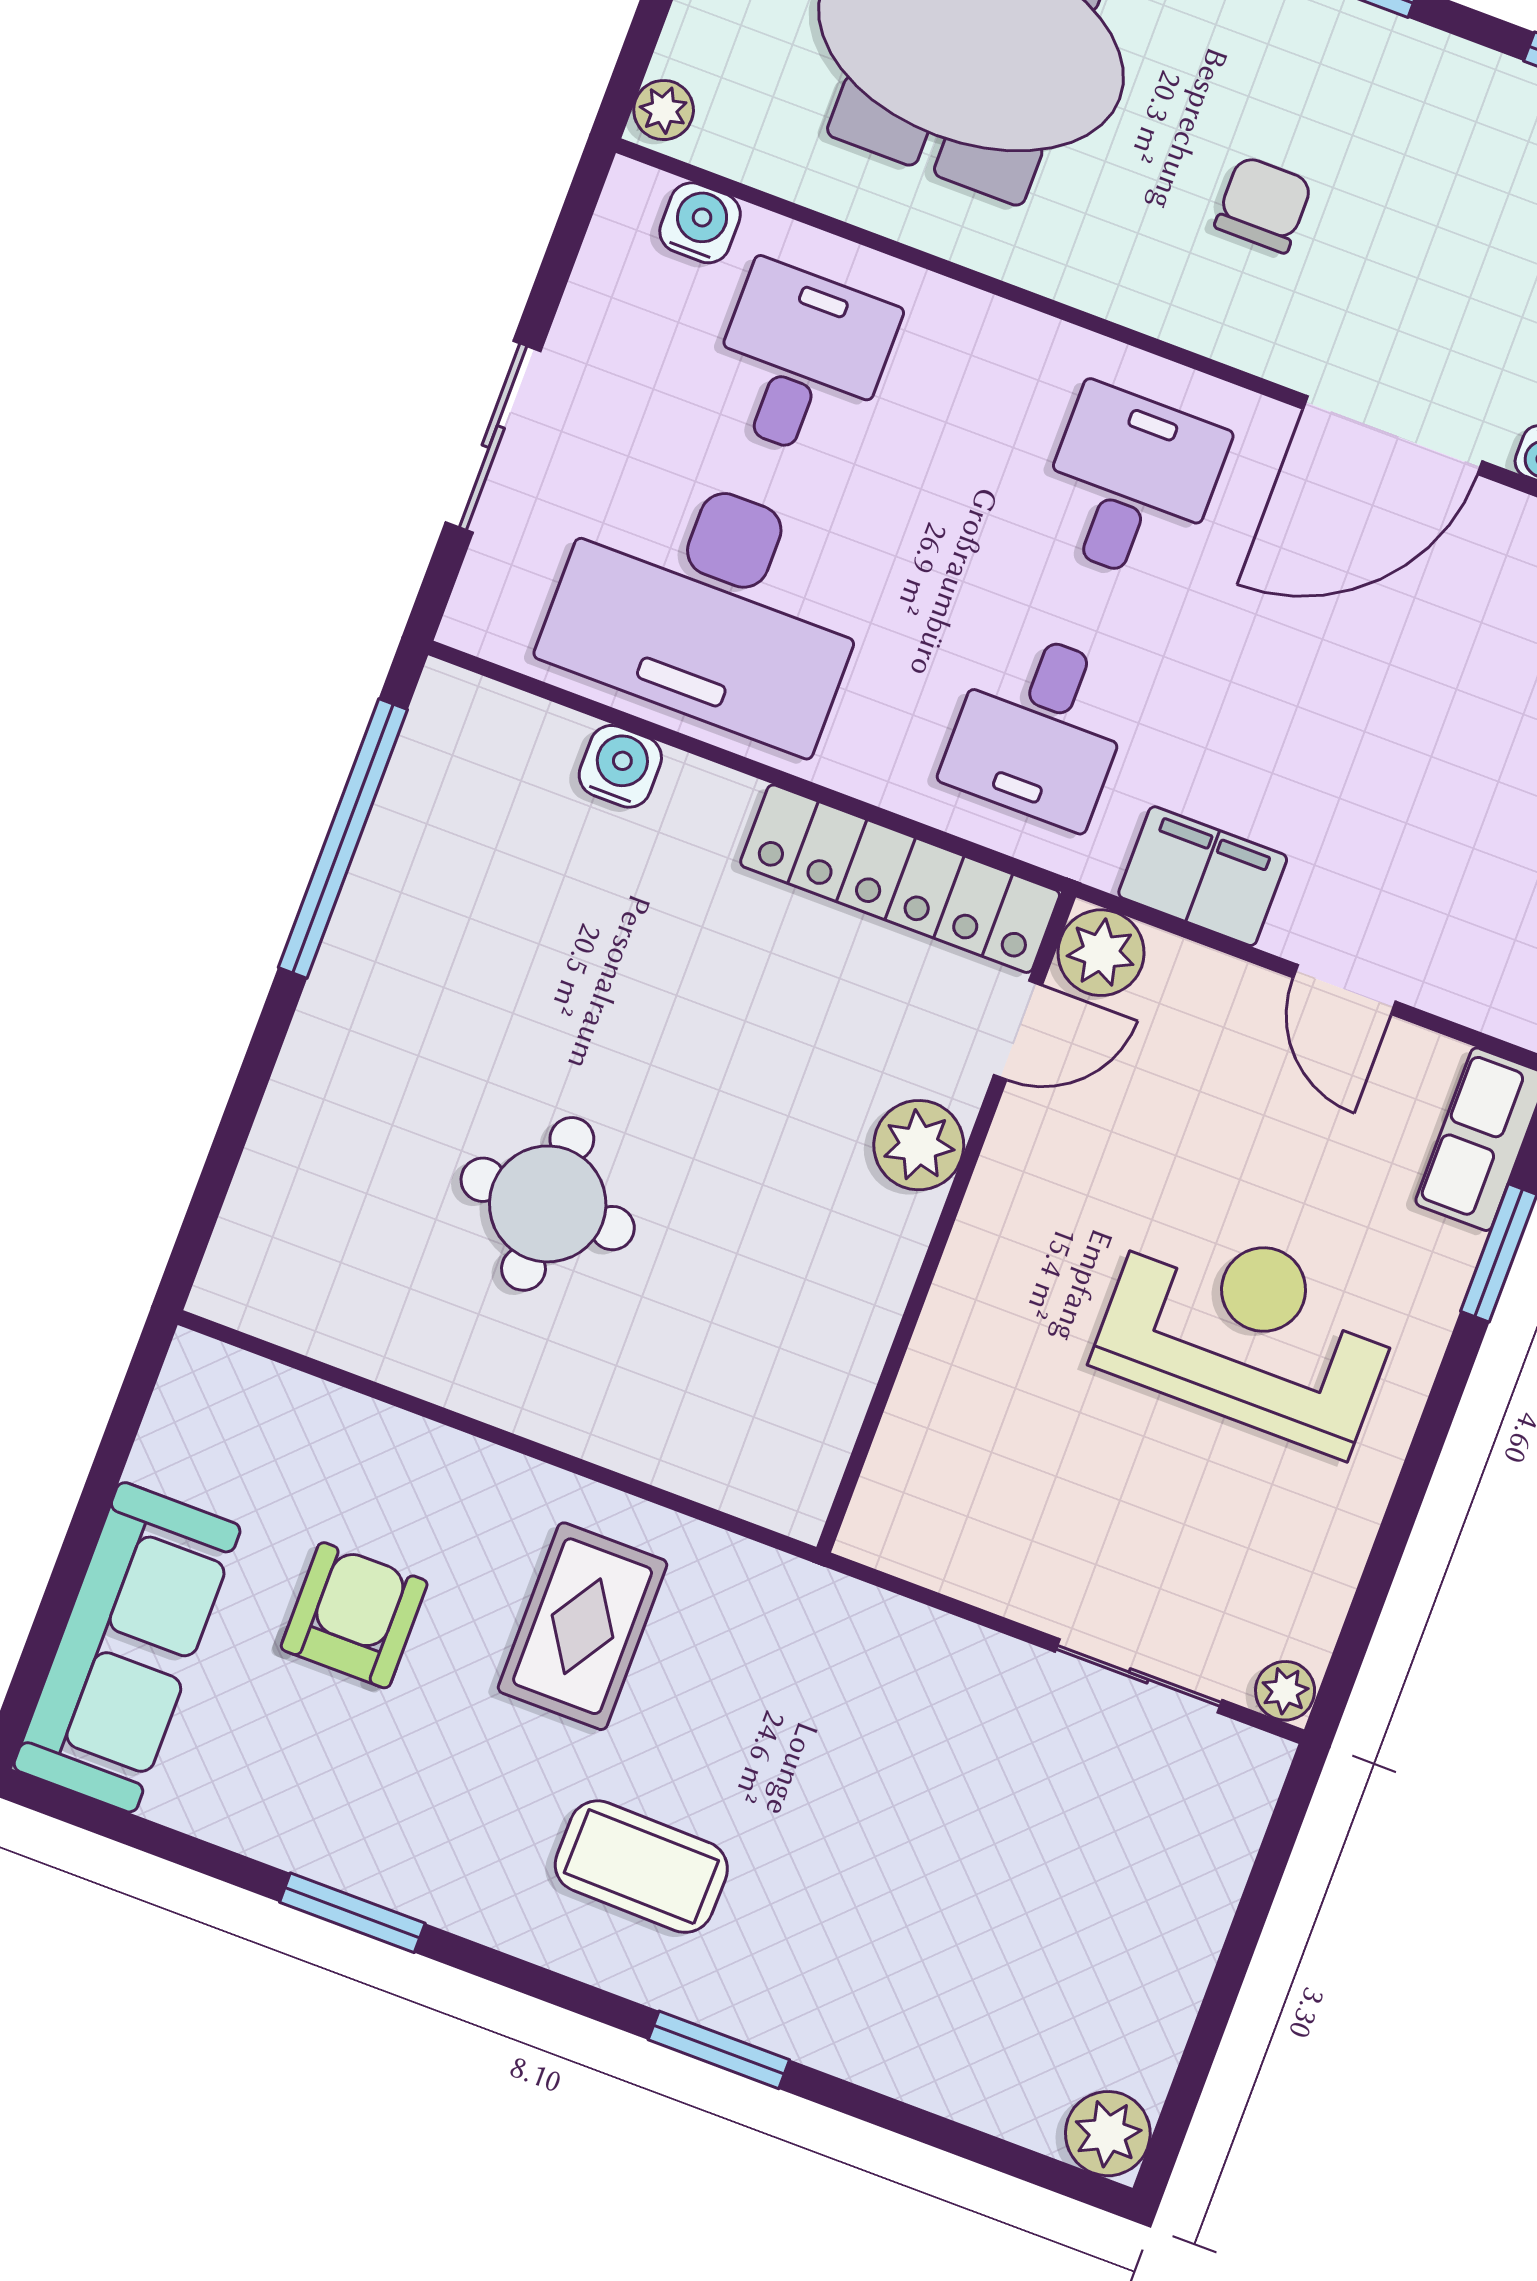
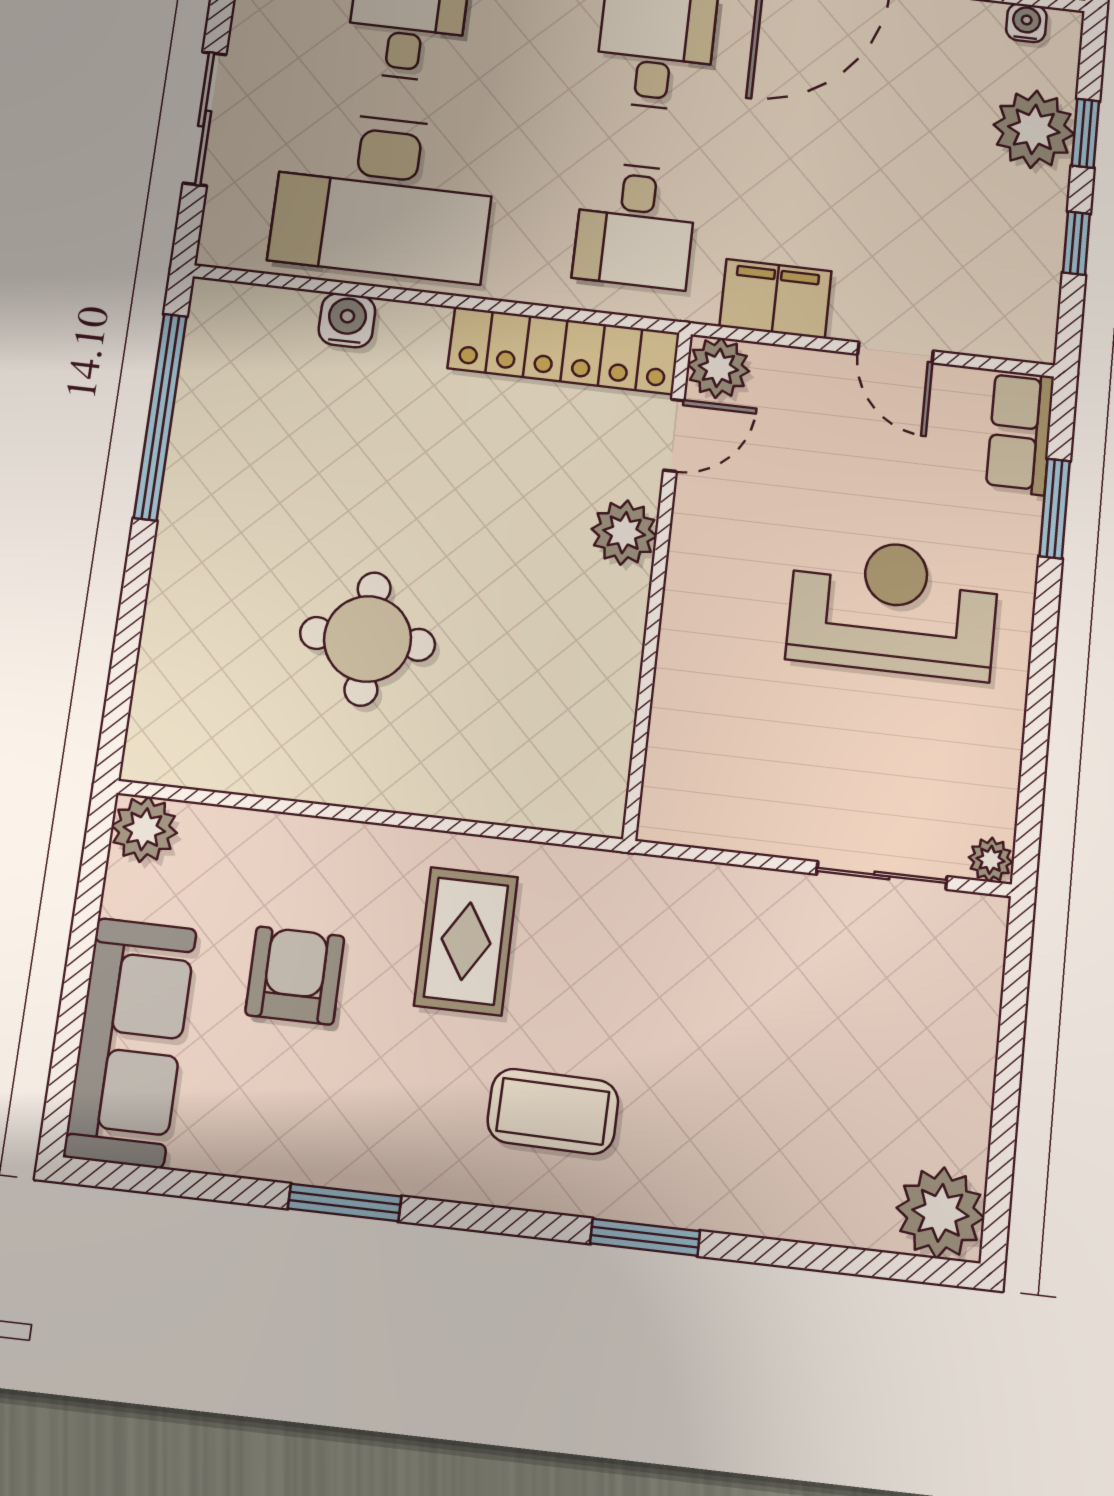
plant: (203, 1381) -> (144, 829), added
plant: (1108, 2134) -> (940, 1213), width x1.36, depth x1.36

